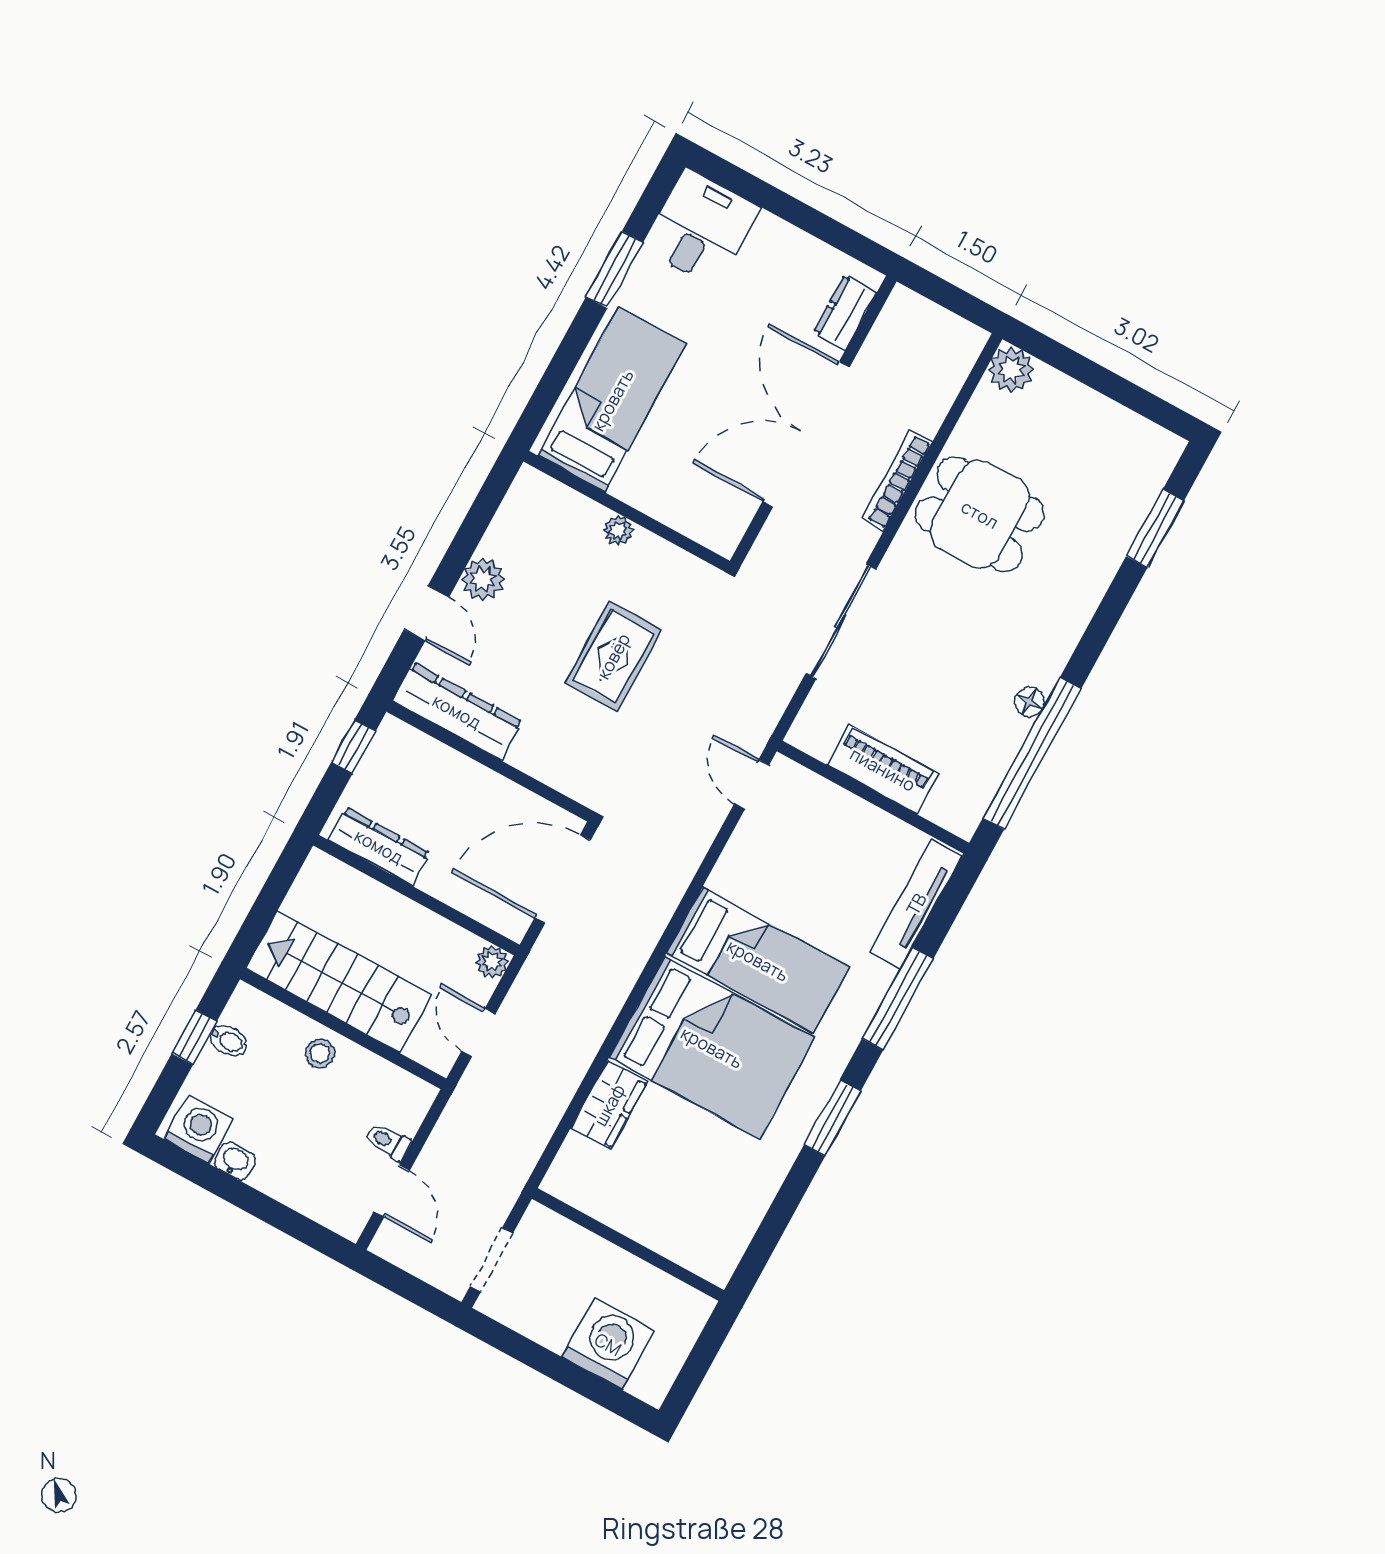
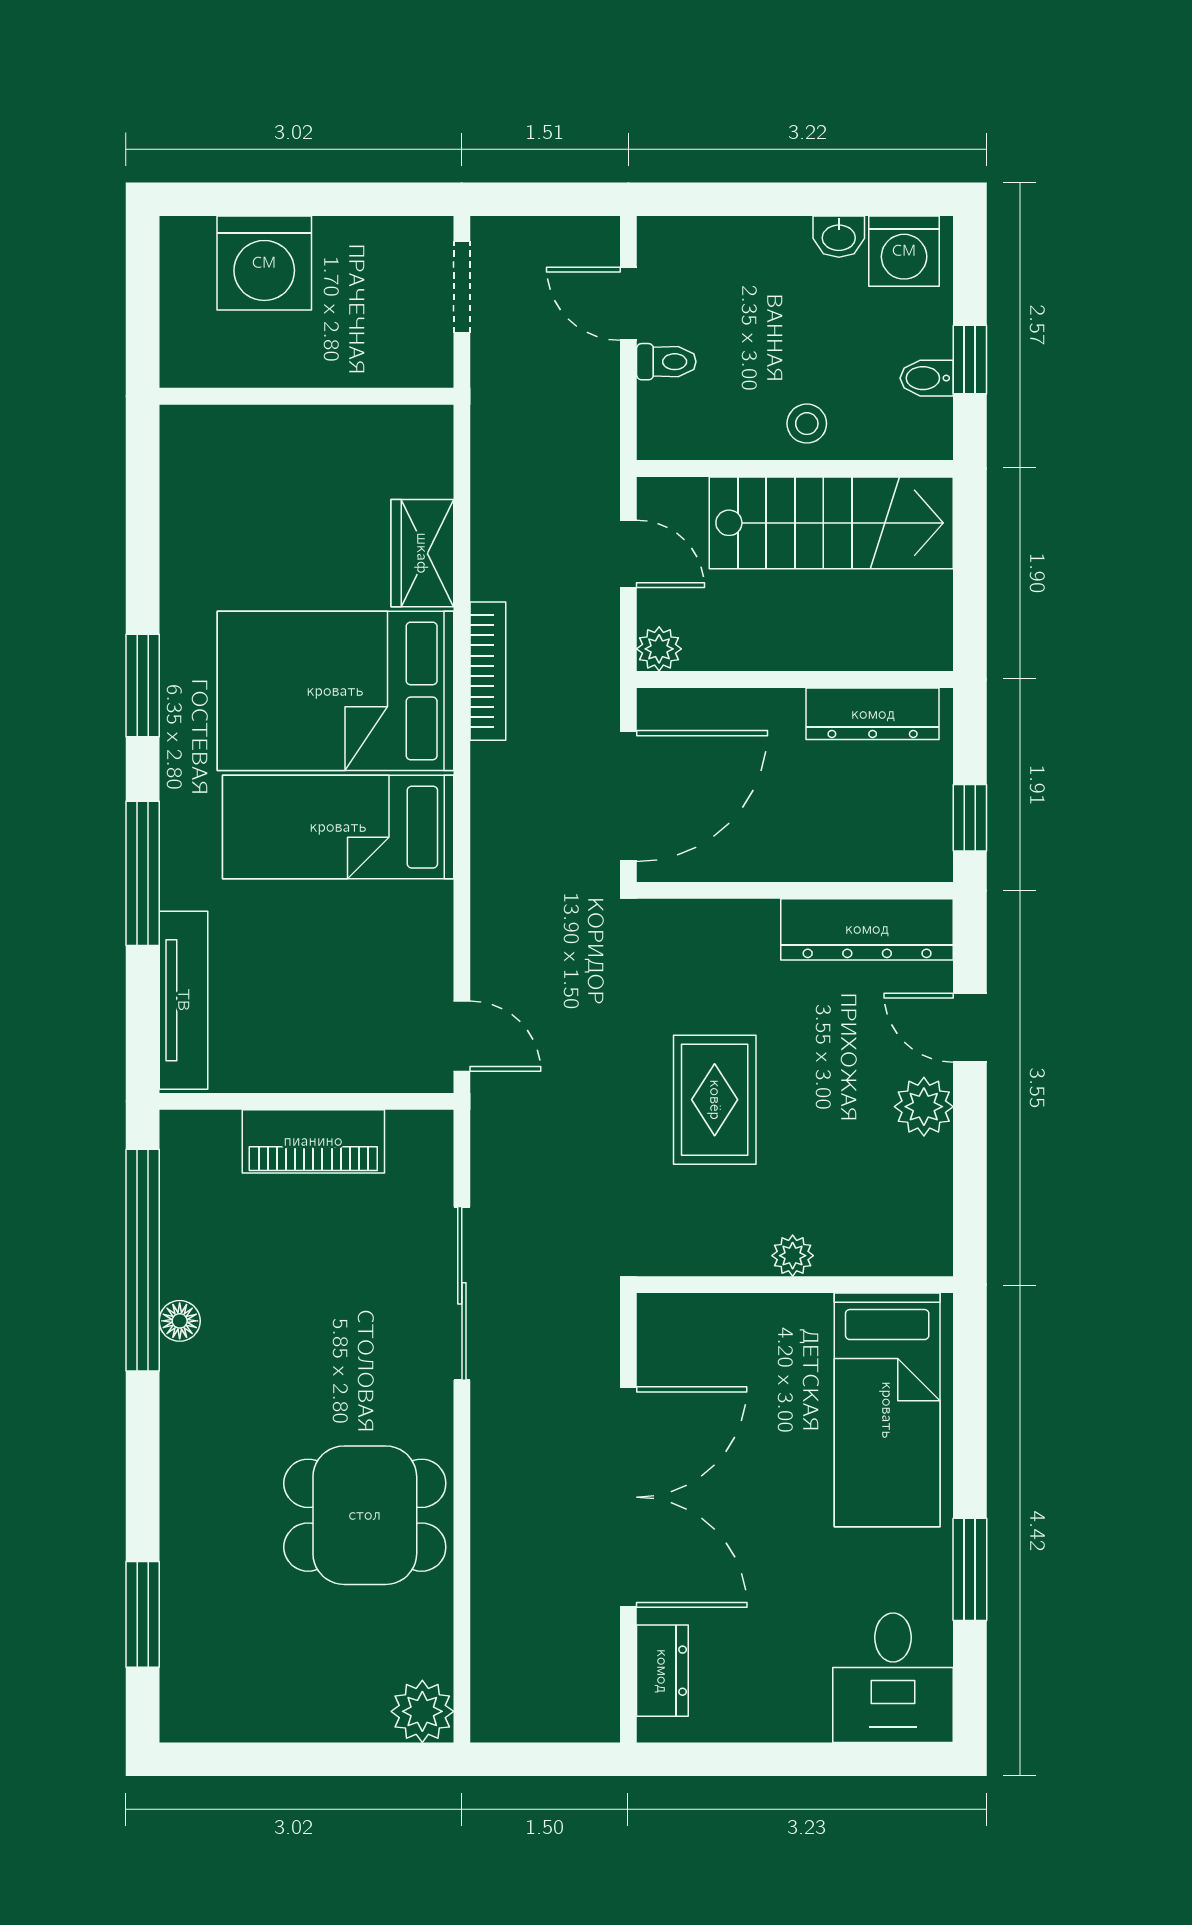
bookcase: (897, 480) -> (488, 671), moved

